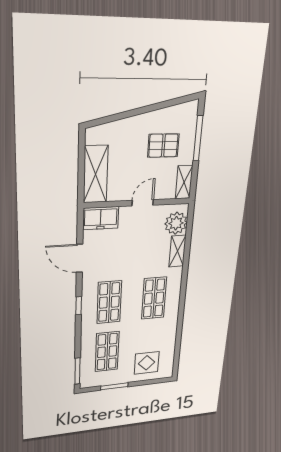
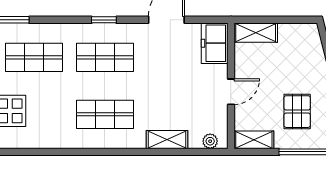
shelving: (96, 174) -> (256, 33), width x0.67, depth x0.75
door: (143, 203) -> (231, 92), hinge flipped
plant: (176, 223) -> (210, 141), width x0.53, depth x0.53

